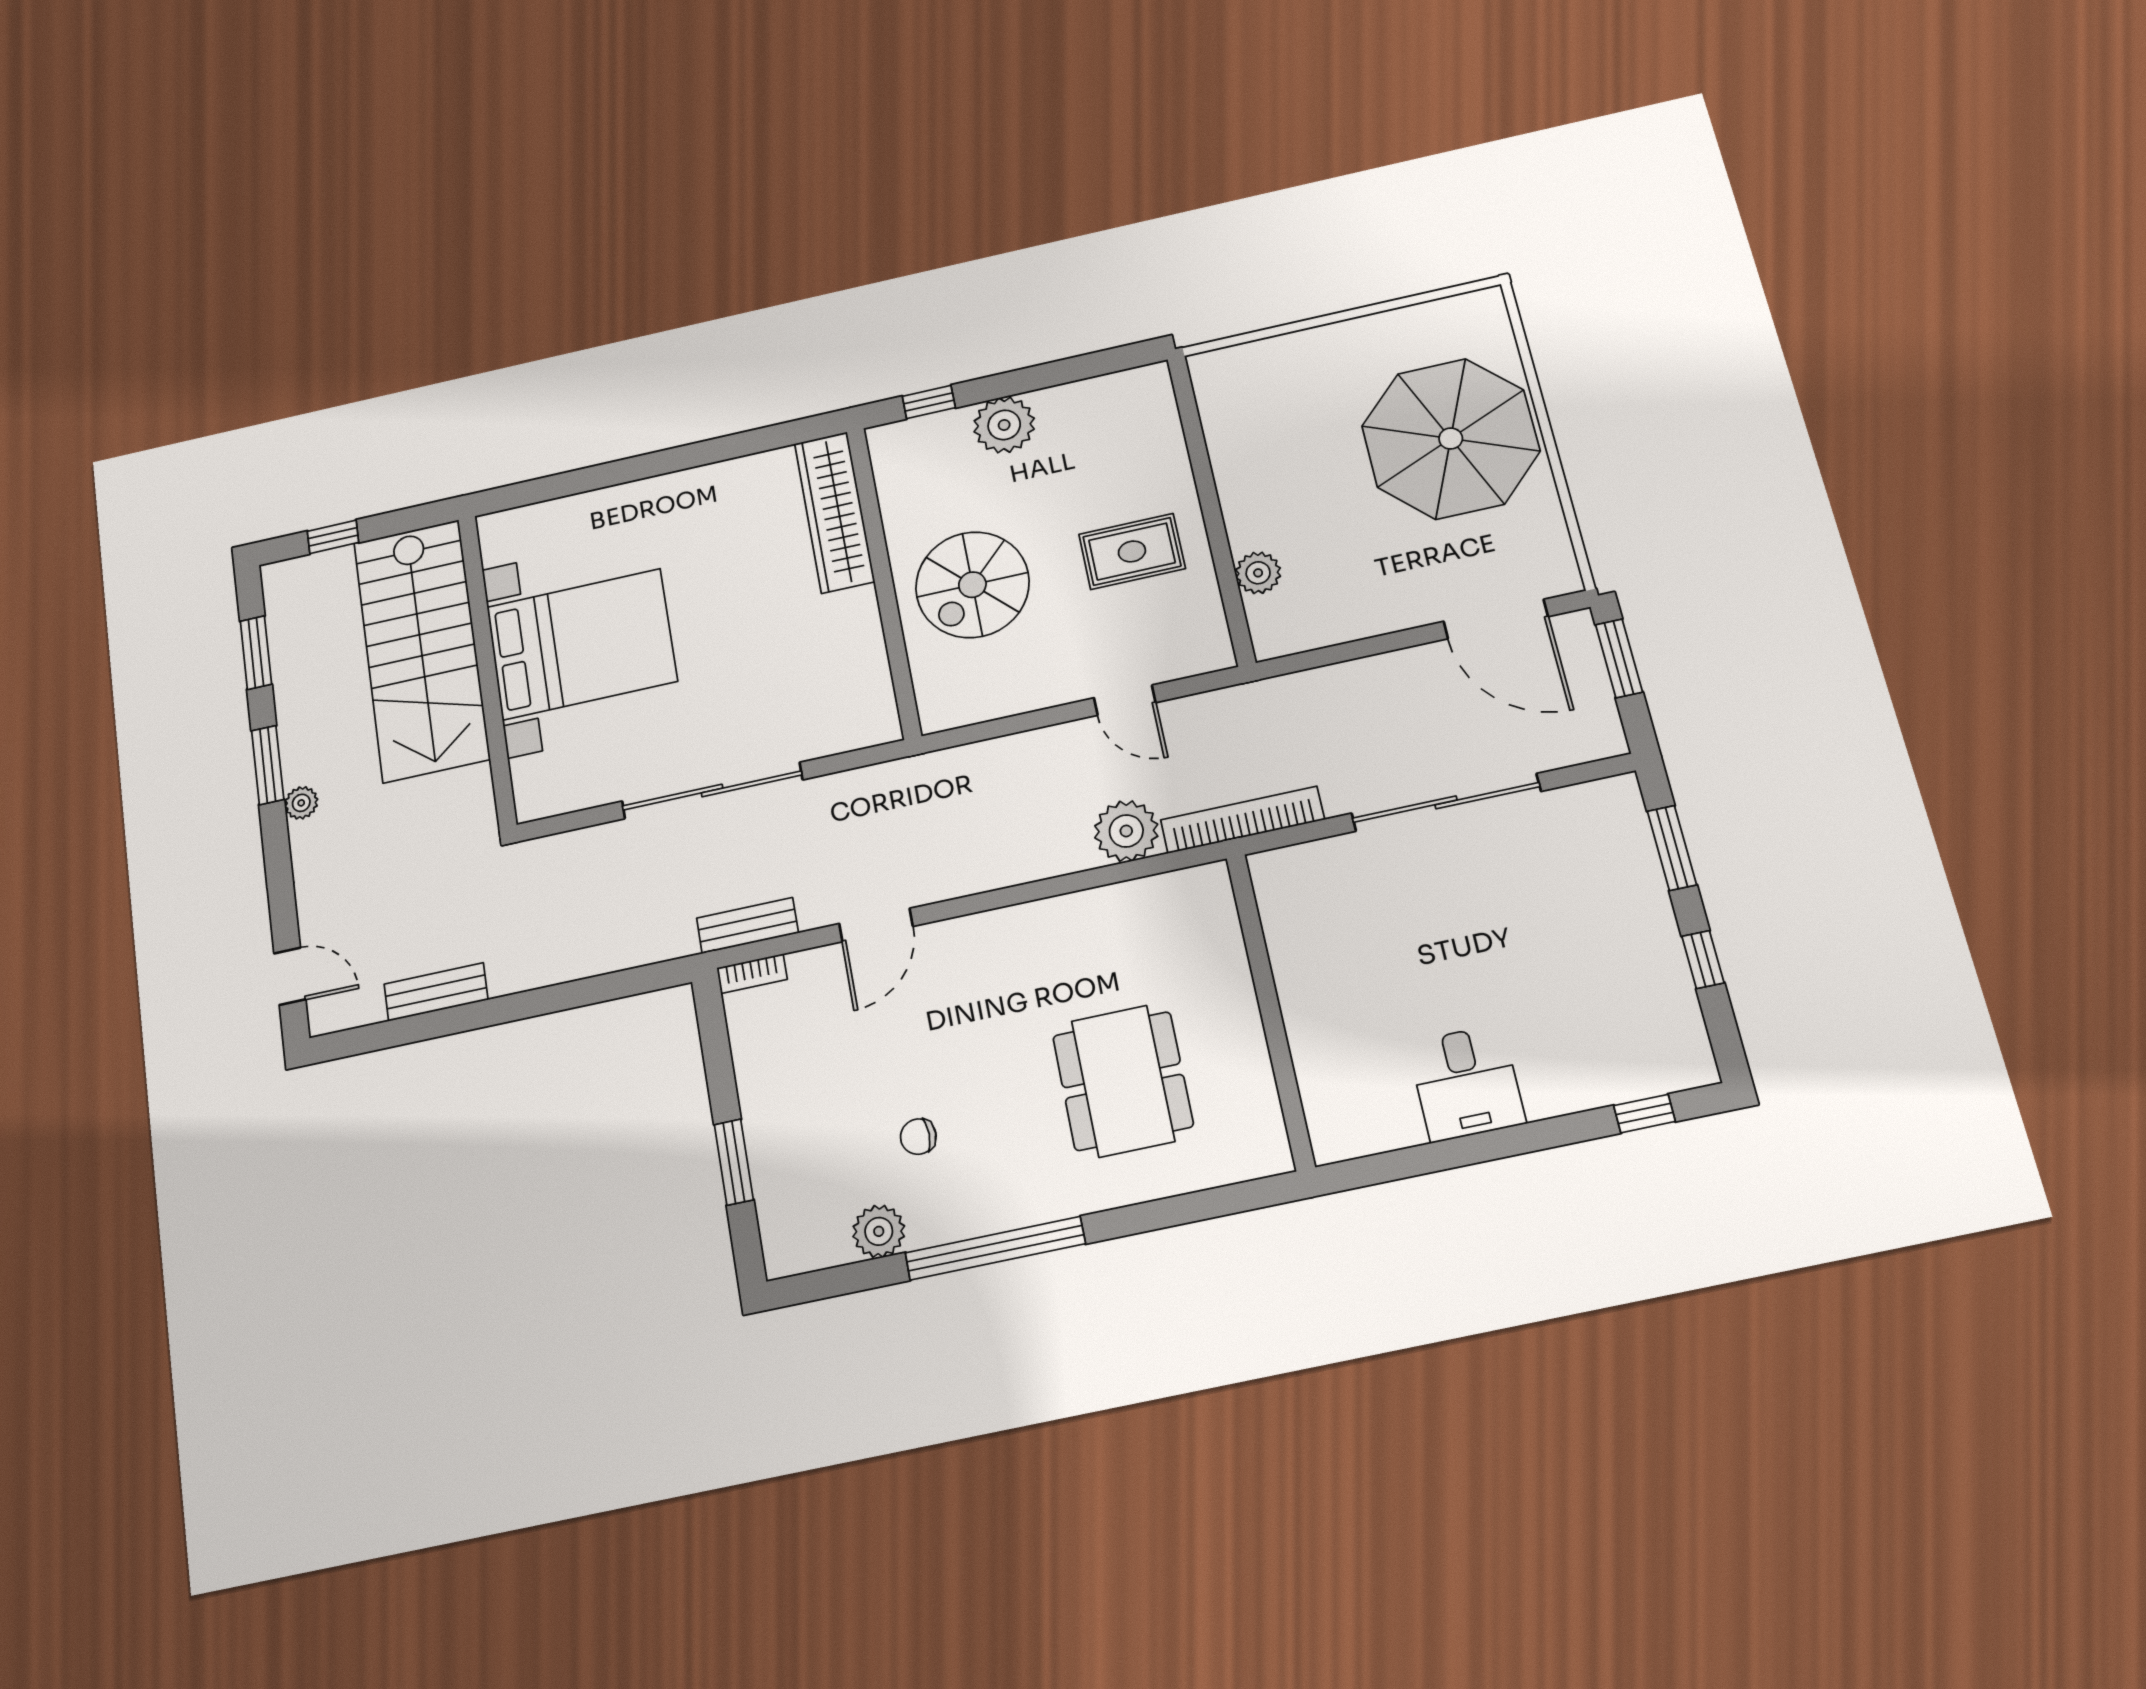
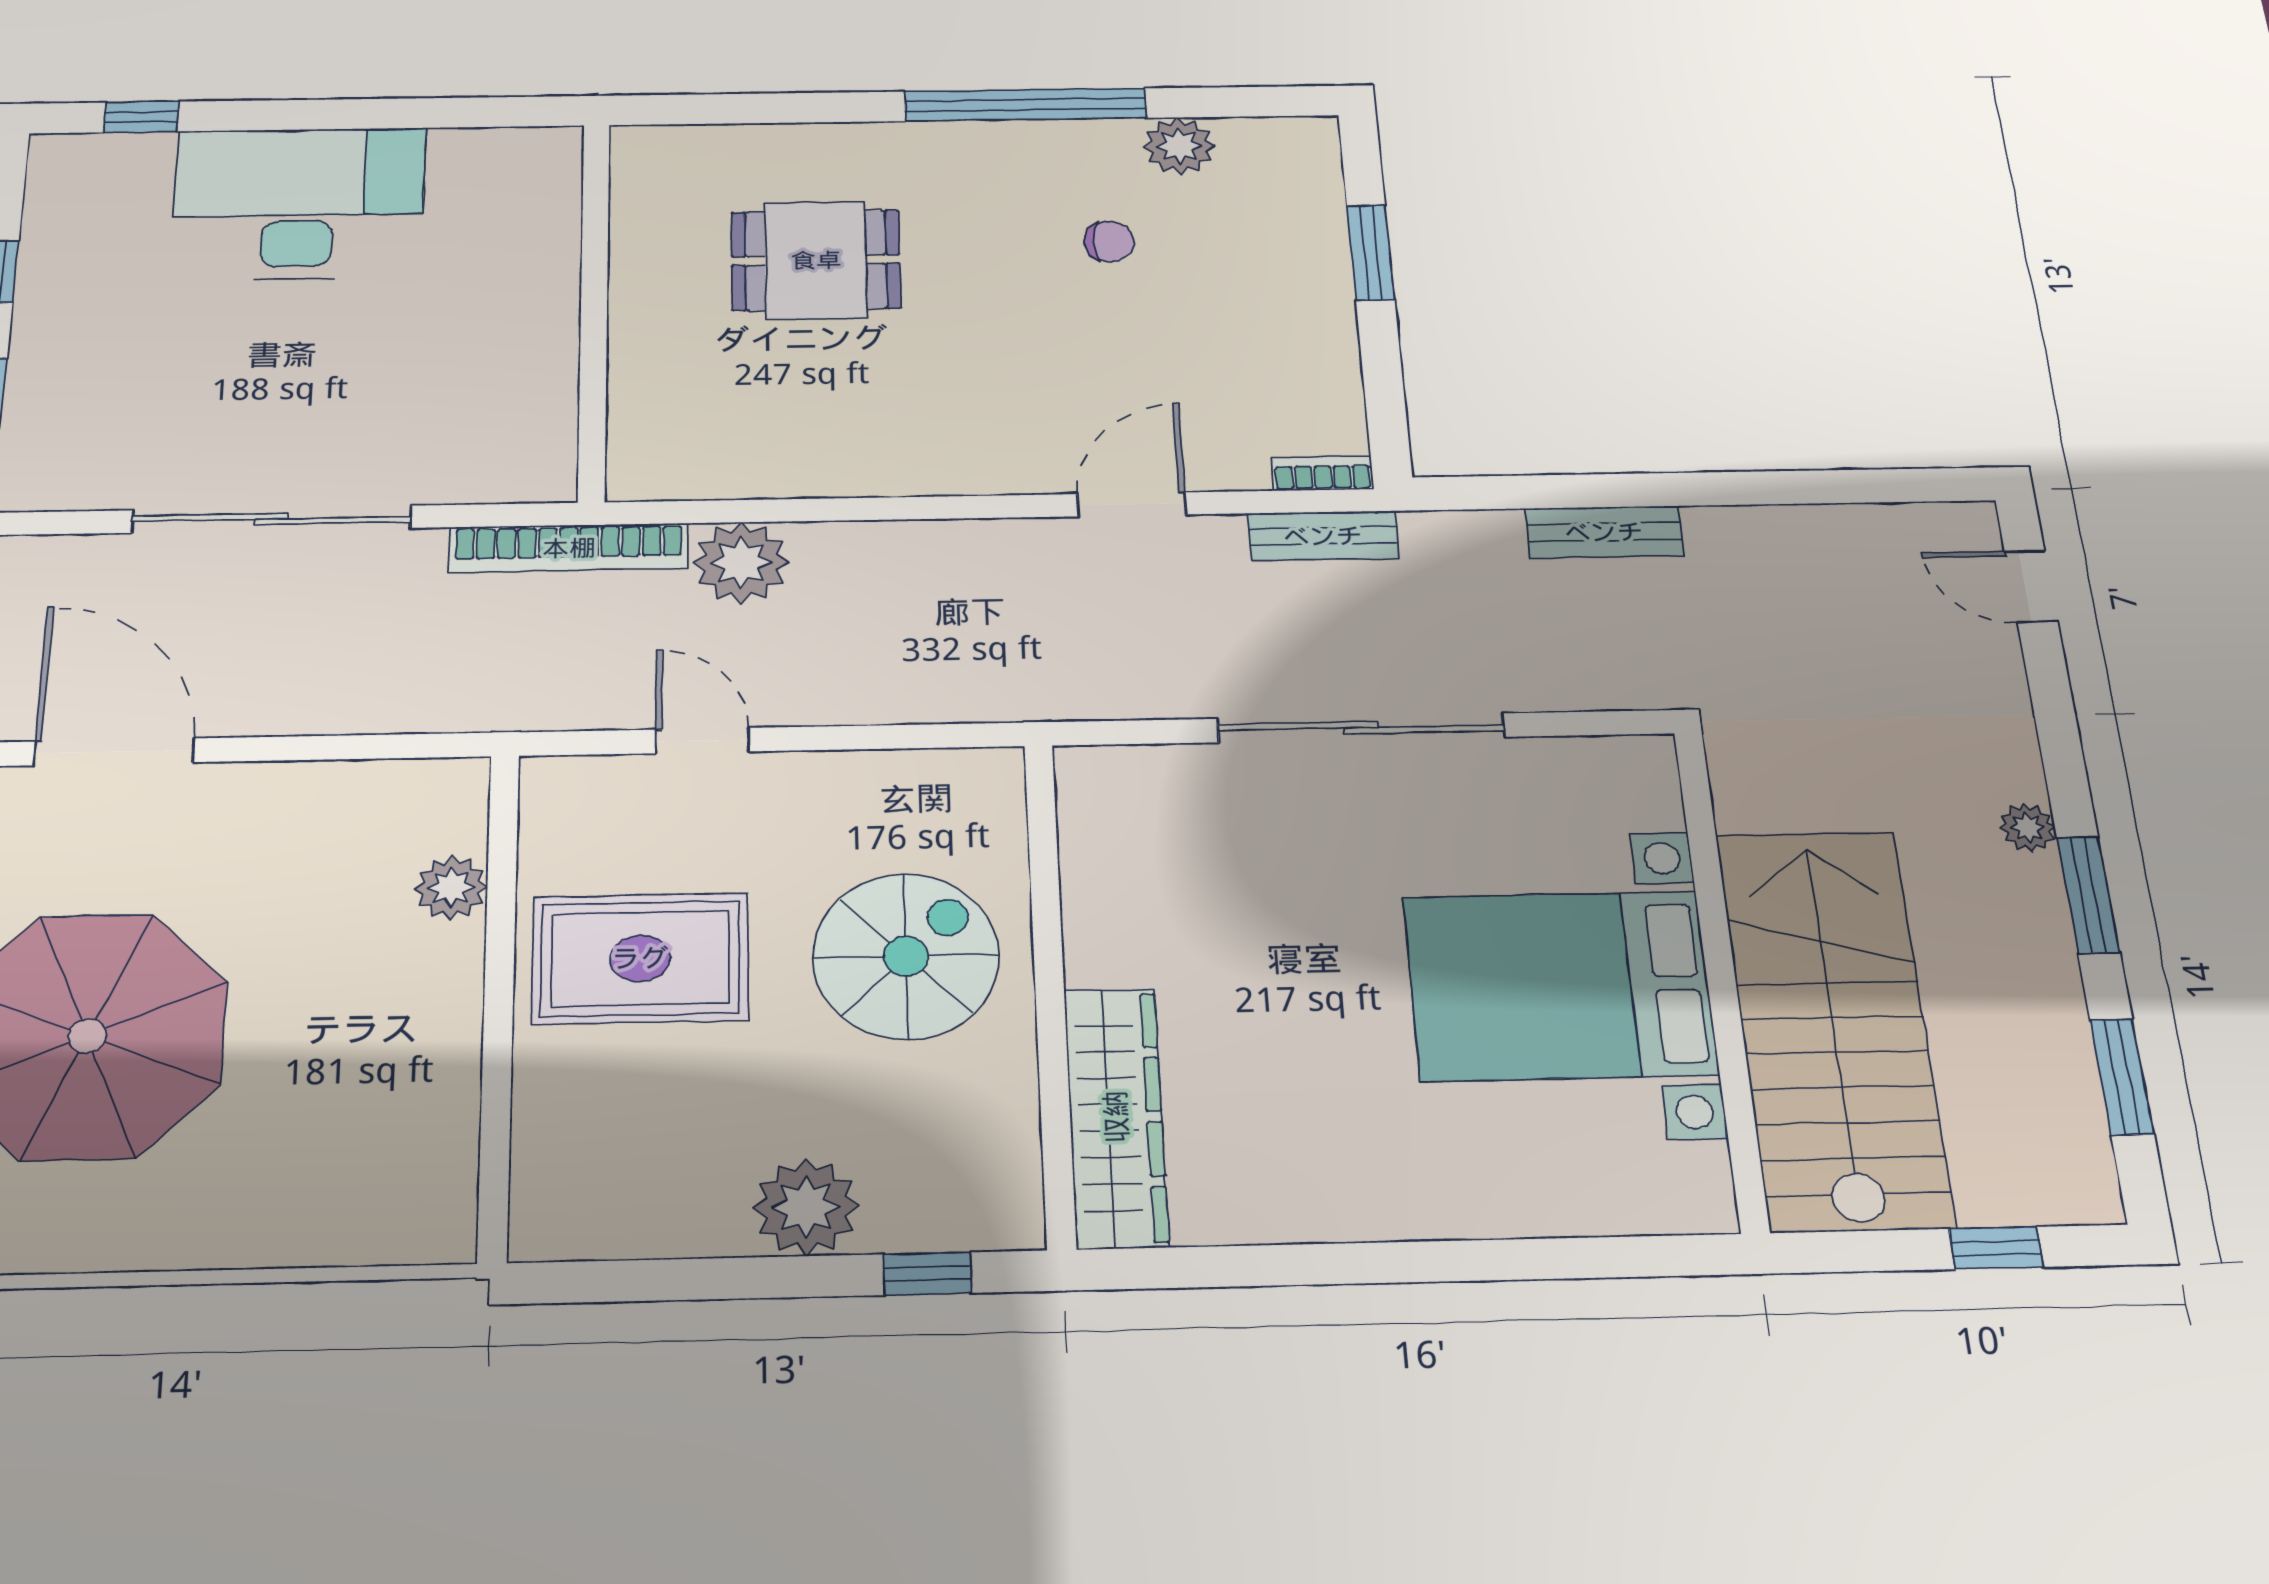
rug: (1132, 551) -> (640, 958), width x1.36, depth x1.43
bench: (436, 992) -> (1604, 532), moved
dining table: (1123, 1081) -> (816, 260), width x0.73
desk: (1466, 1083) -> (299, 203), width x1.87, depth x1.30

